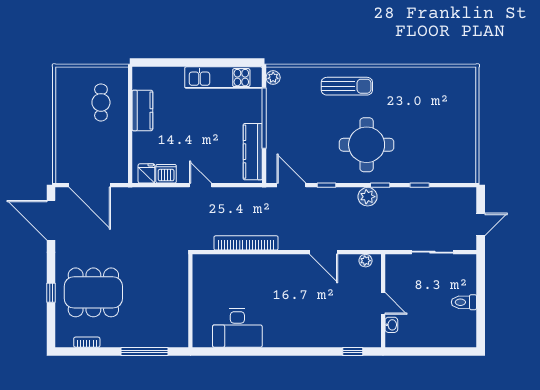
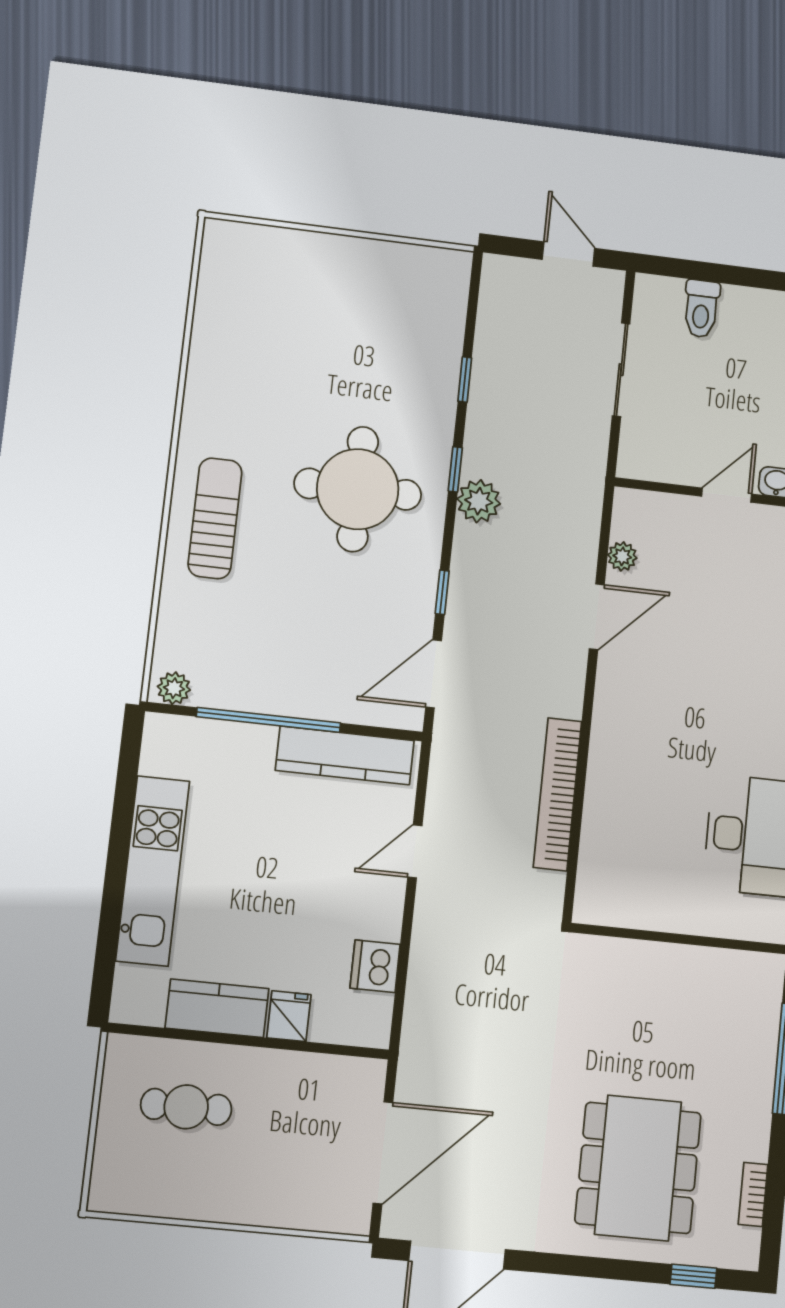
kitchen unit: (223, 78) -> (153, 871), moved
fridge: (146, 173) -> (289, 1016), moved, turned 90
door: (201, 185) -> (415, 851), moved
plant: (366, 261) -> (622, 556), moved
window: (51, 293) -> (693, 1276), moved
toilet: (464, 302) -> (701, 309), moved

